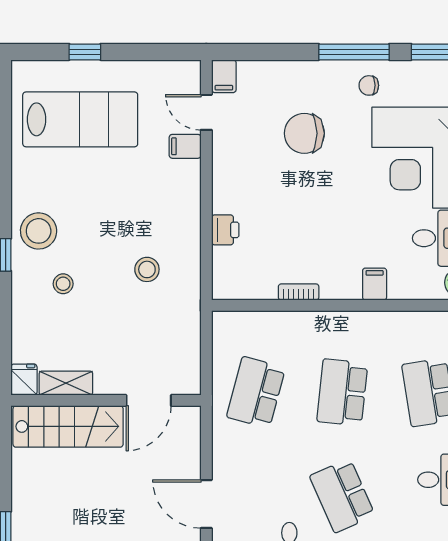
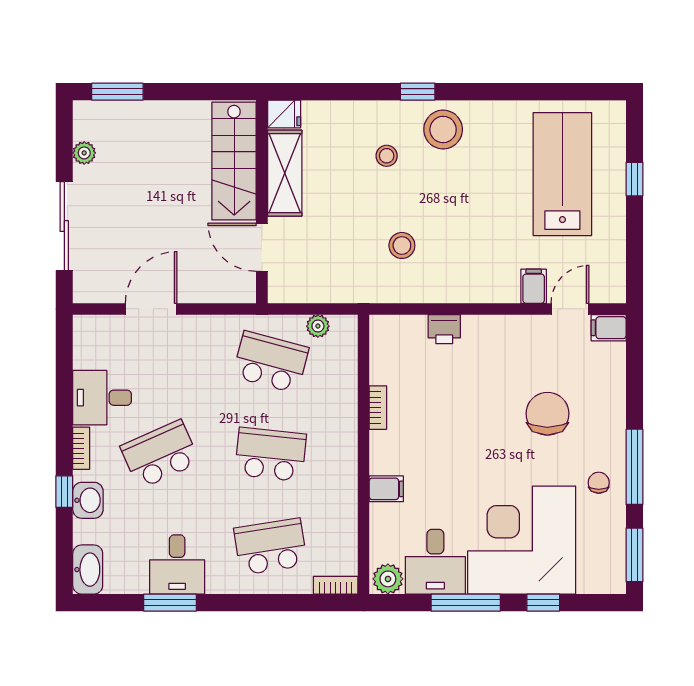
lab bench: (80, 119) -> (562, 174), turned 180
plant: (222, 348) -> (318, 326), added
shelving: (66, 383) -> (285, 173), width x1.50, depth x1.33

